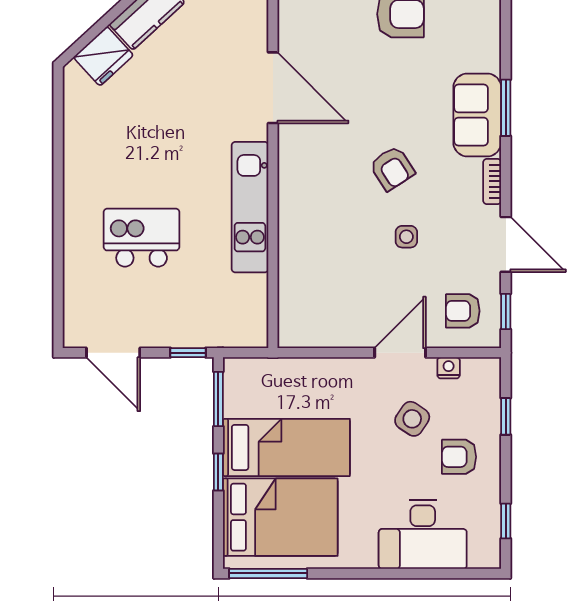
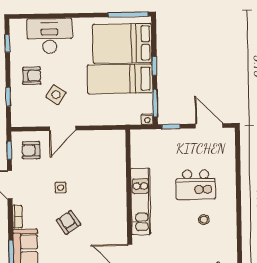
stool: (127, 169) -> (204, 220), added
armchair: (463, 311) -> (31, 150), turned 180
nightstand: (449, 368) -> (147, 119), moved

